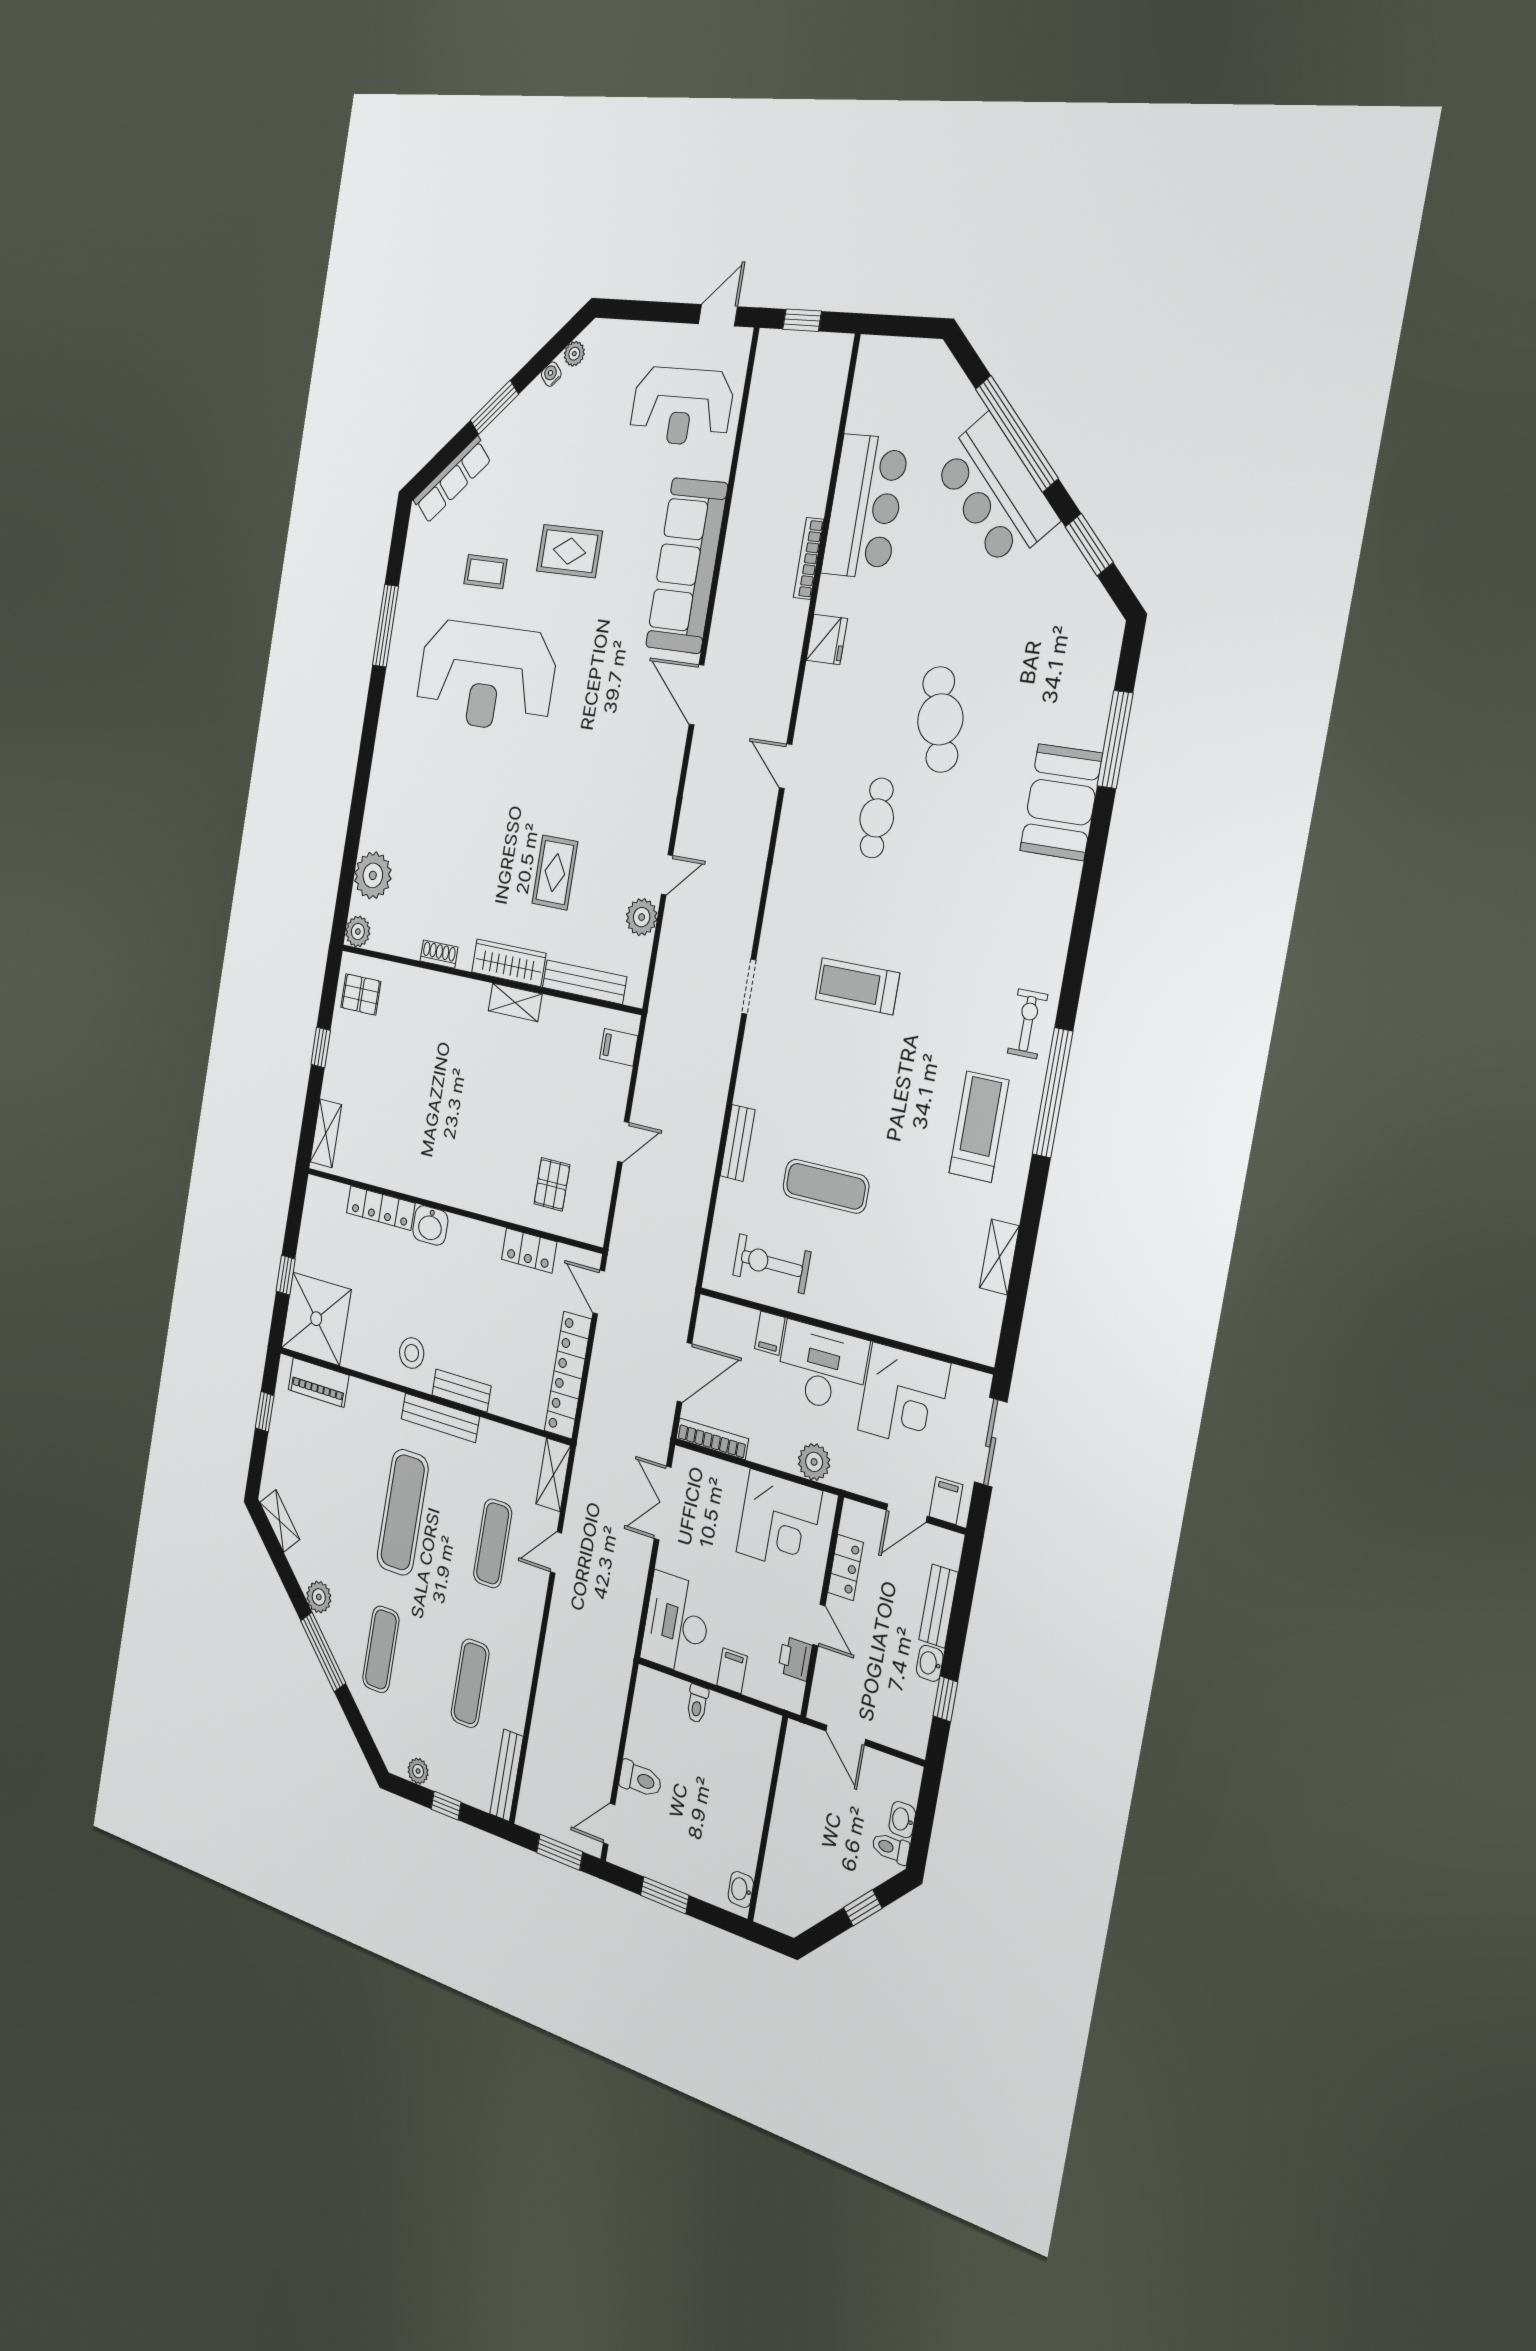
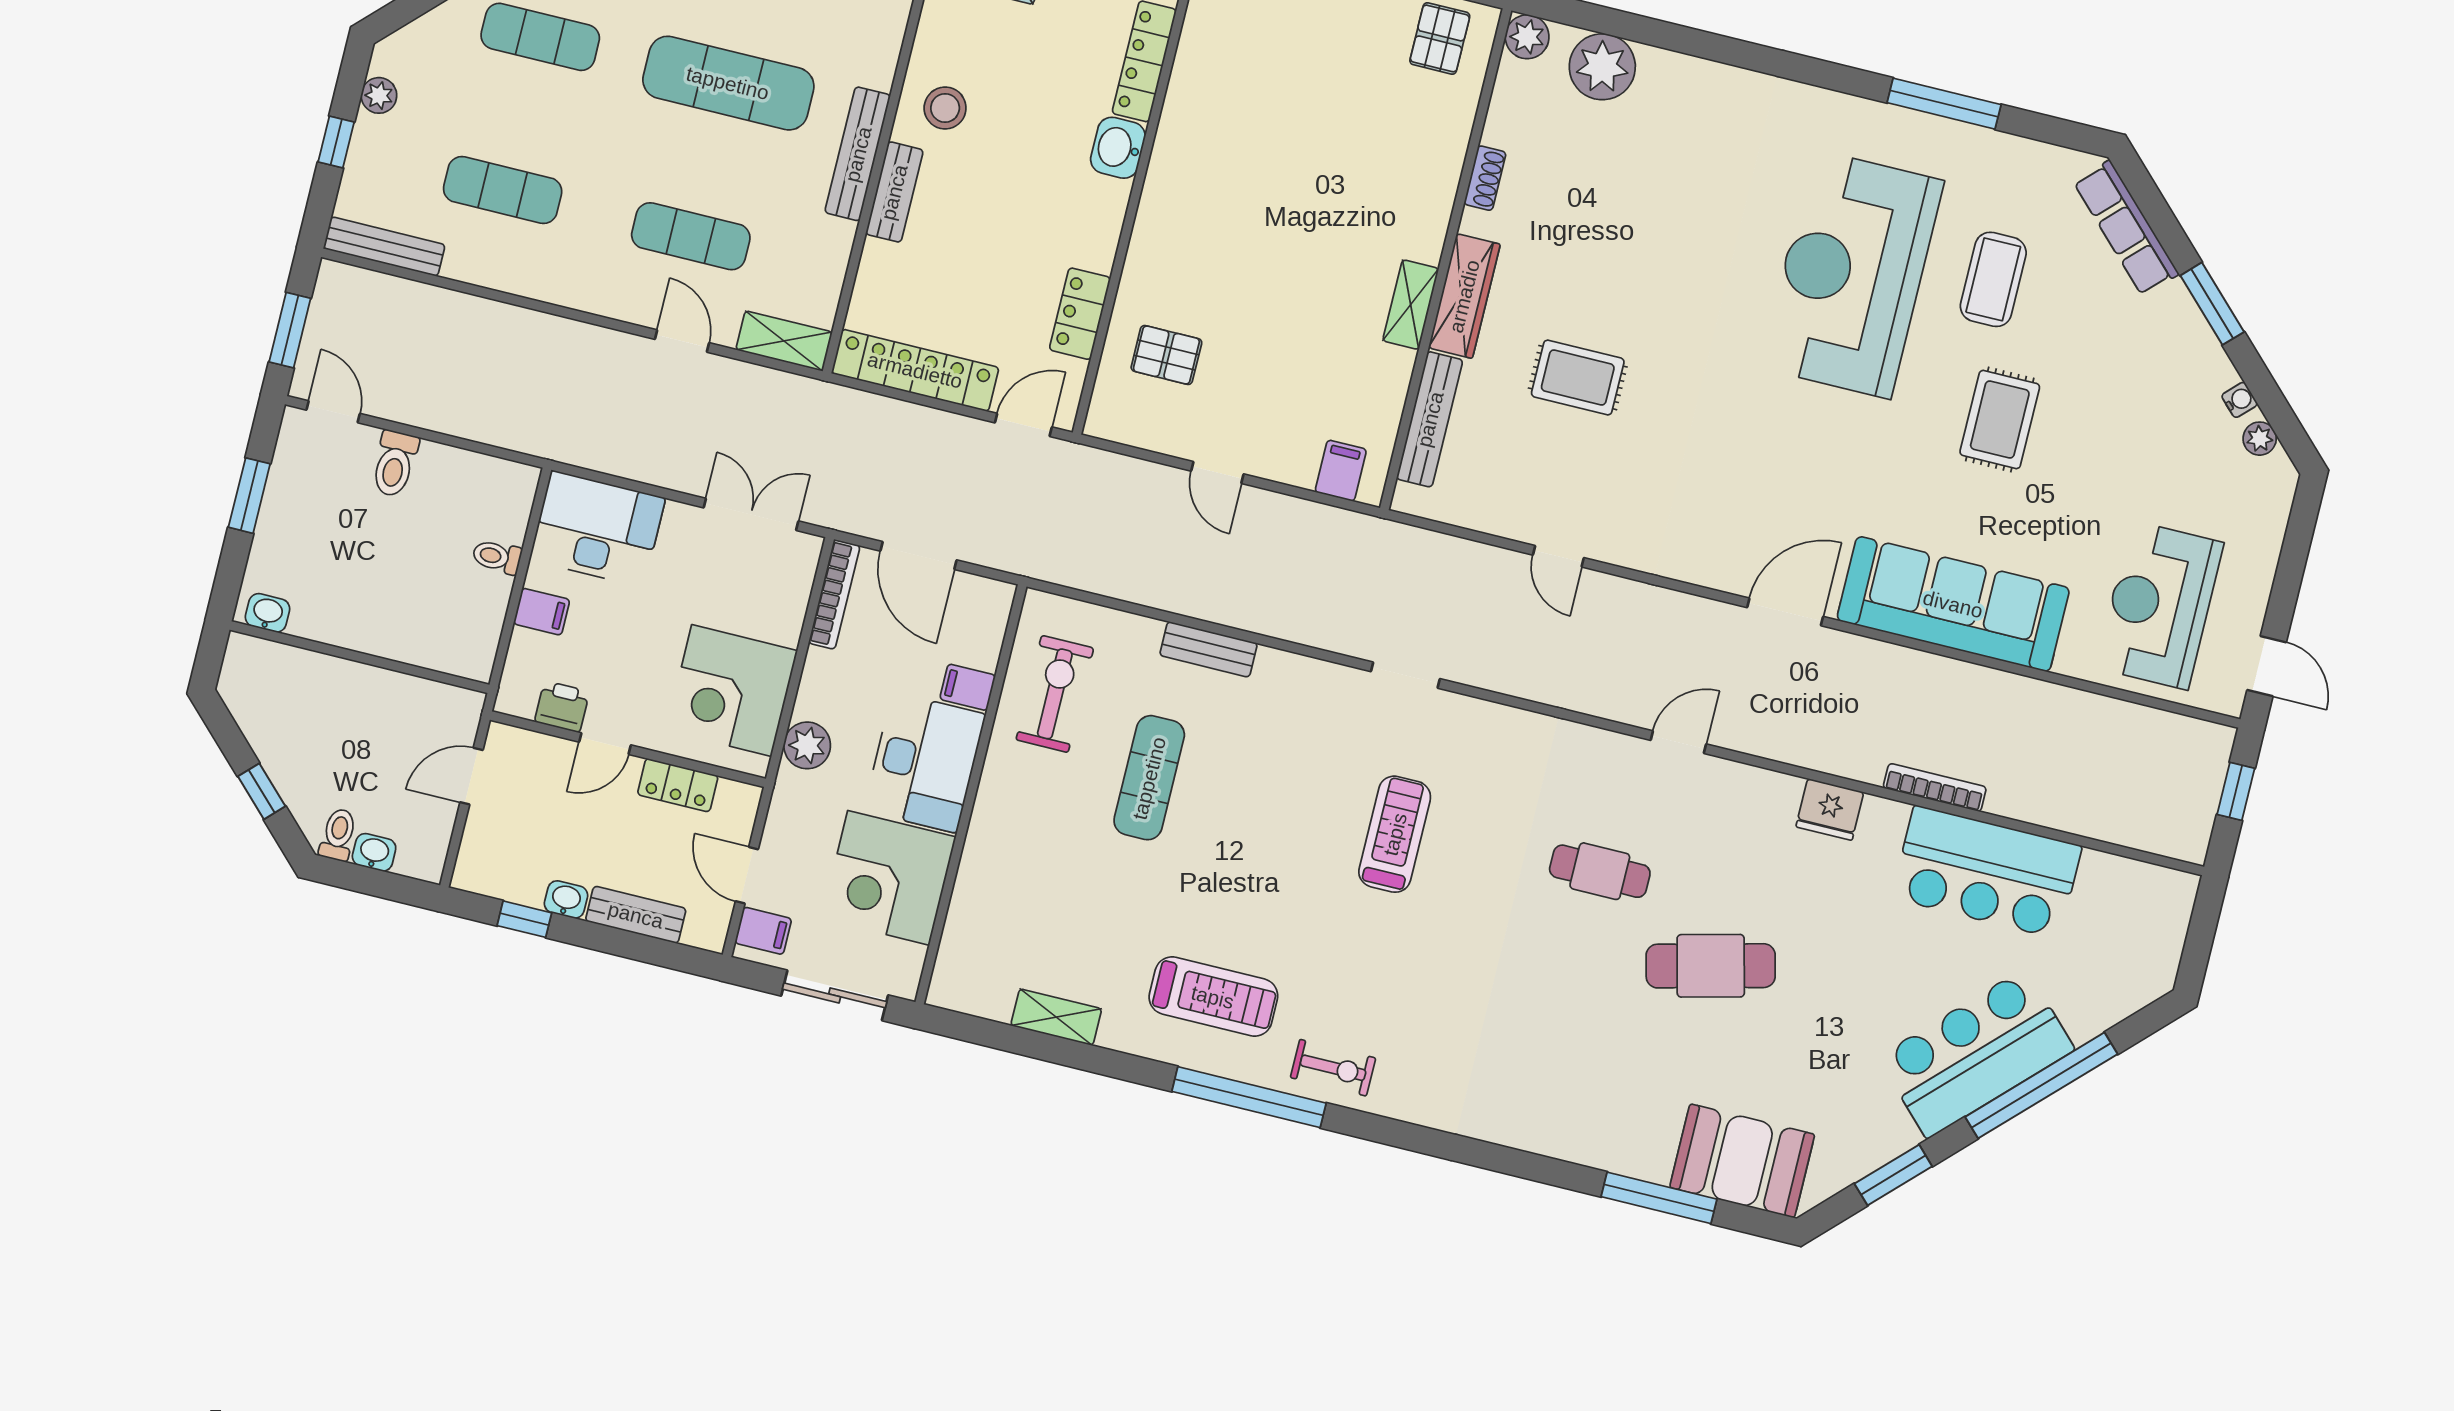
coffee table: (485, 572) -> (1993, 279), width x1.36, depth x1.30
booth: (1061, 802) -> (1742, 1161), moved
plant: (642, 917) -> (1507, 514), removed

